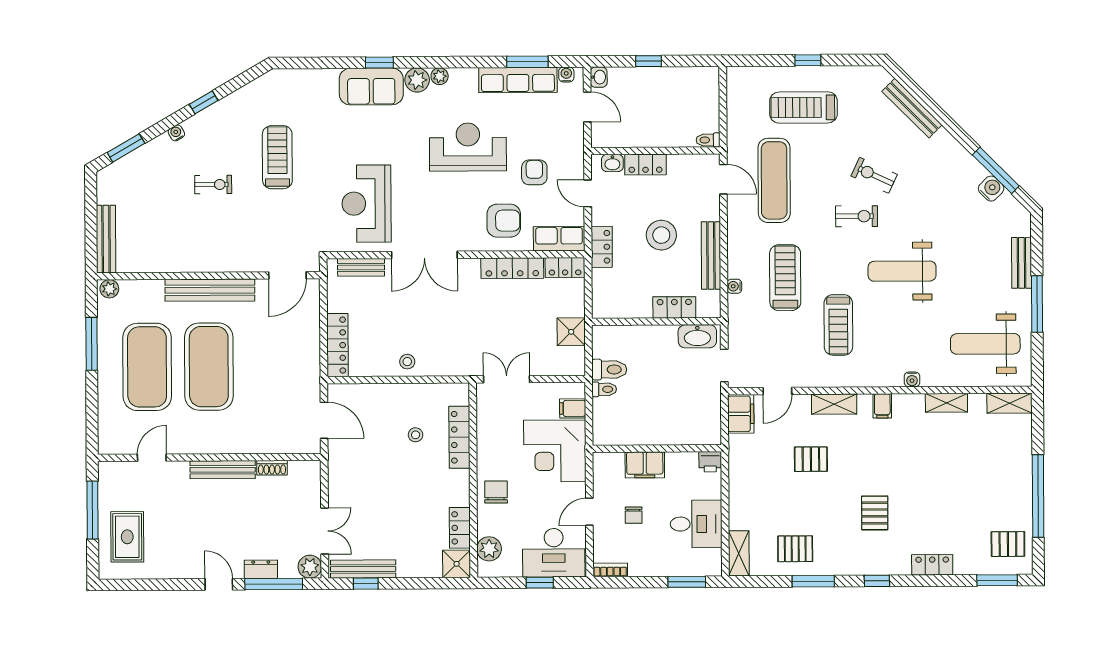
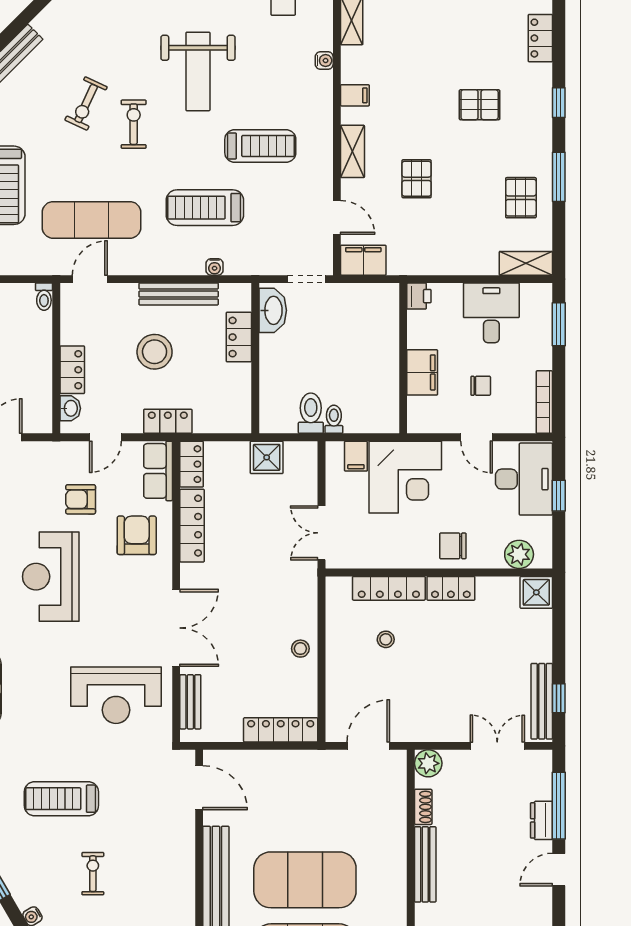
locker: (460, 528) -> (451, 588), moved
plant: (310, 567) -> (428, 763), moved
bookcase: (610, 570) -> (544, 402), width x1.56

